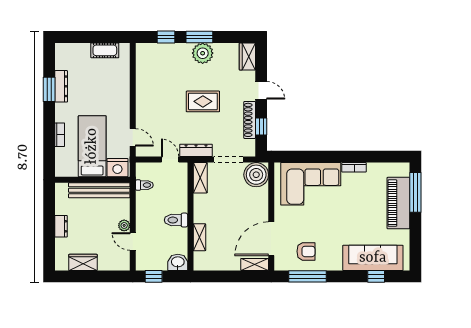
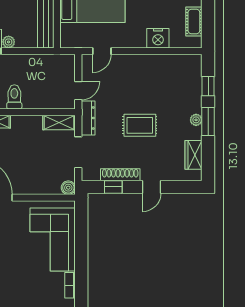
plant: (203, 53) -> (196, 120), width x0.53, depth x0.53
wardrobe: (247, 56) -> (193, 155), moved, turned -90
rug: (203, 101) -> (140, 125), turned 90
nightstand: (117, 168) -> (158, 38), moved, turned -90
boiler: (256, 175) -> (68, 188), width x0.54, depth x0.54
toilet: (144, 185) -> (51, 63), removed

